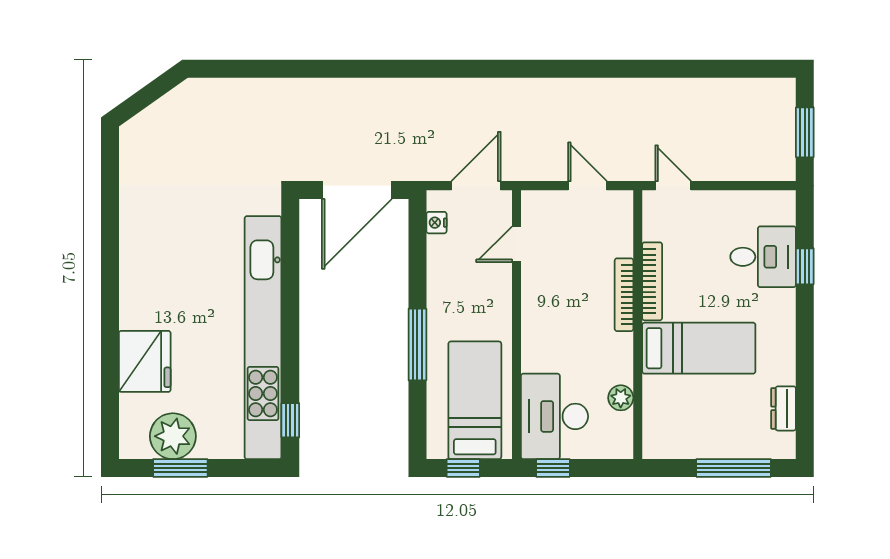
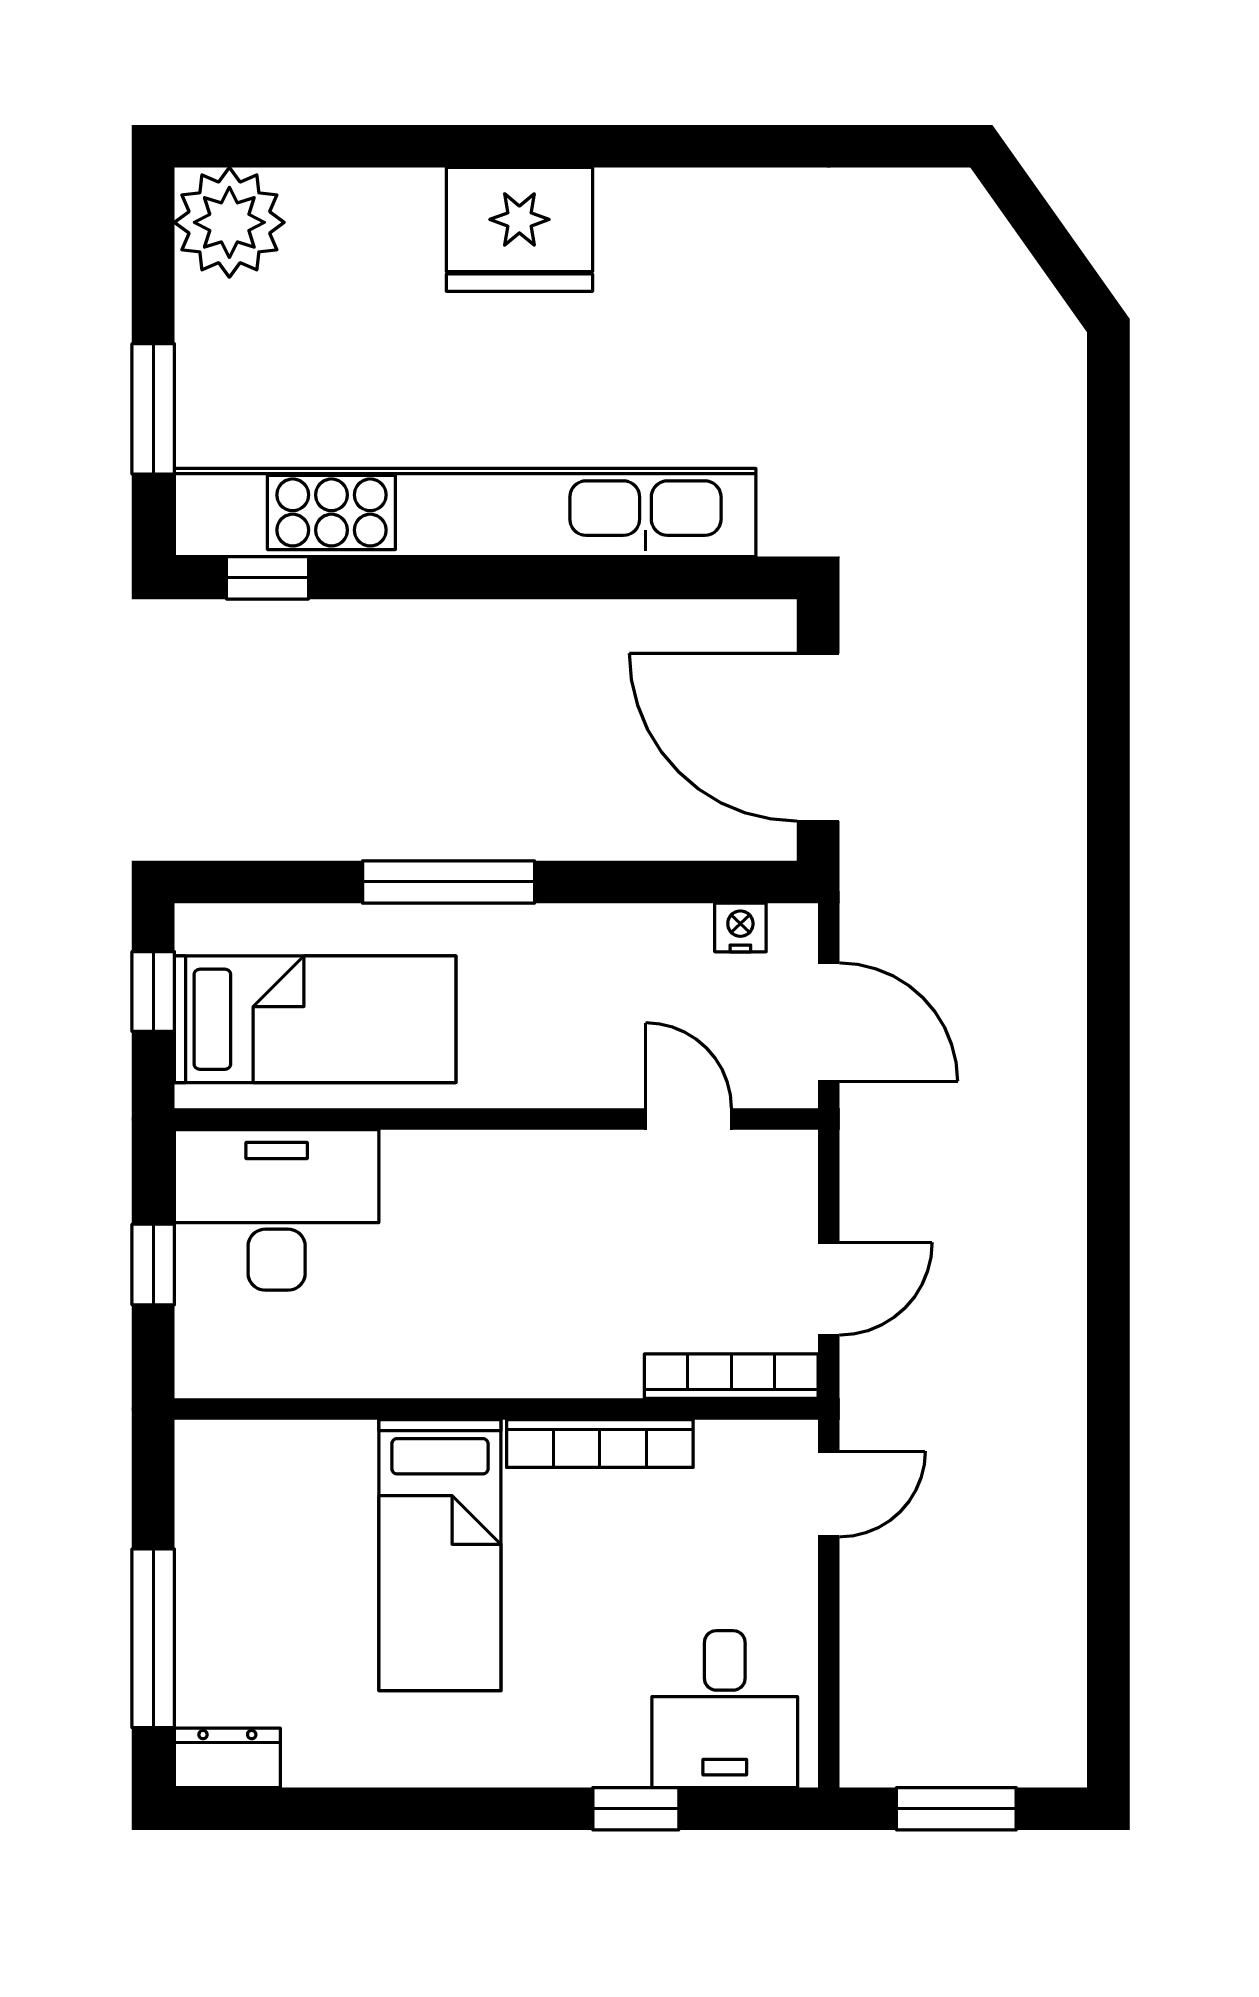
desk: (763, 257) -> (725, 1709), moved
bookcase: (624, 295) -> (731, 1376), moved
fridge: (145, 361) -> (519, 229), moved
plant: (621, 398) -> (321, 1368), removed
dresser: (783, 408) -> (227, 1758), moved
plant: (173, 436) -> (229, 222), moved
window: (180, 468) -> (153, 409), moved
window: (553, 468) -> (153, 1265), moved

